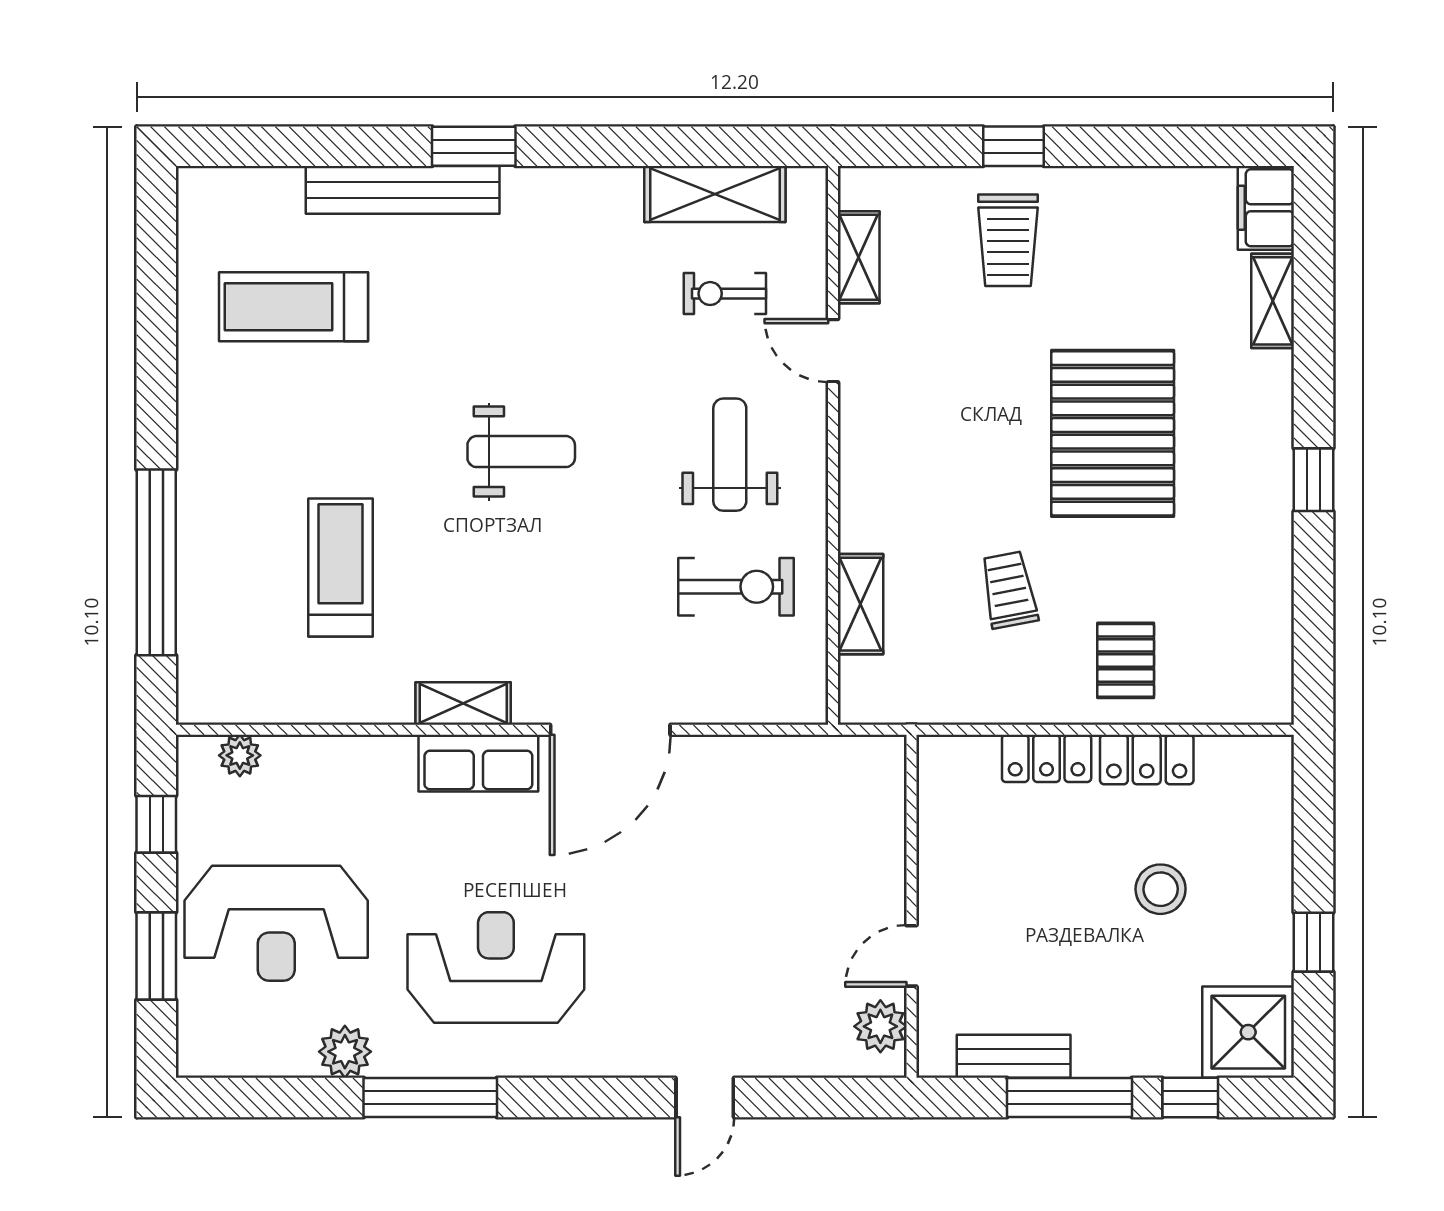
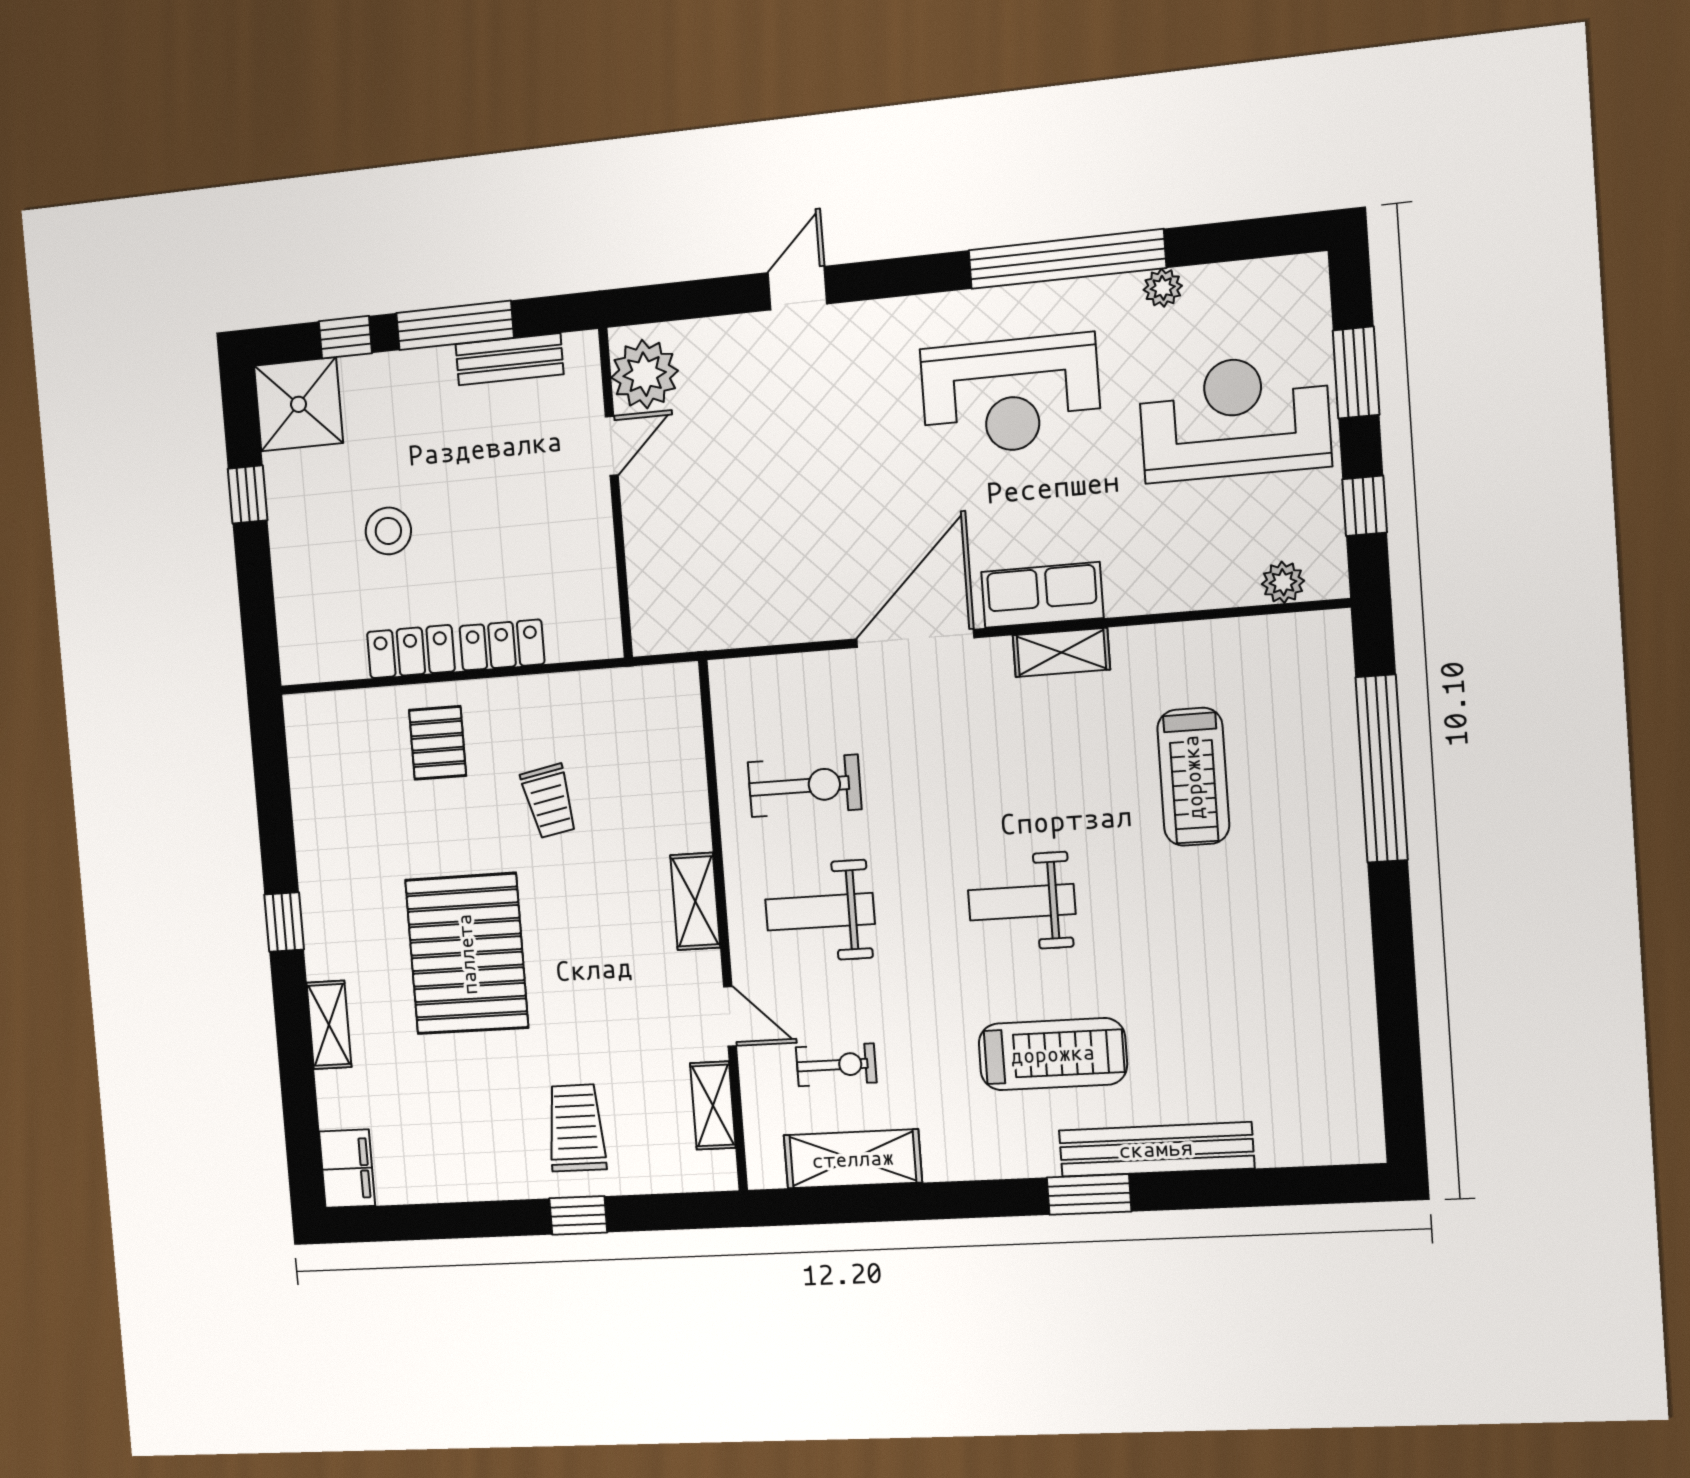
shelving: (1273, 301) -> (329, 1025), moved
treadmill: (294, 307) -> (1053, 1054), moved
weight bench: (730, 455) -> (820, 912), turned 90
exercise bike: (736, 587) -> (805, 786), turned 180
shelving: (861, 604) -> (695, 901), moved
plant: (880, 1026) -> (645, 374), width x1.36, depth x1.36
plant: (345, 1052) -> (1163, 288), width x0.73, depth x0.73
window: (430, 1098) -> (1067, 259), width x1.46

